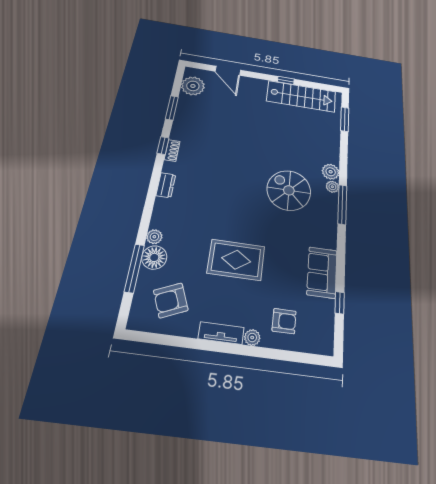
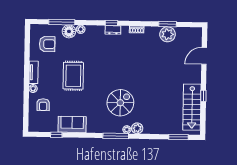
plant: (193, 86) -> (168, 34), moved
window: (163, 146) -> (111, 23), moved
armchair: (171, 300) -> (47, 44), turned 113

